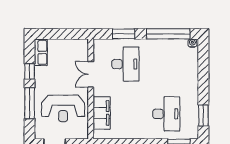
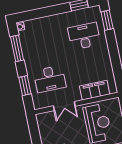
window: (168, 34) -> (17, 48), width x0.68
desk: (125, 64) -> (50, 79), turned 180

